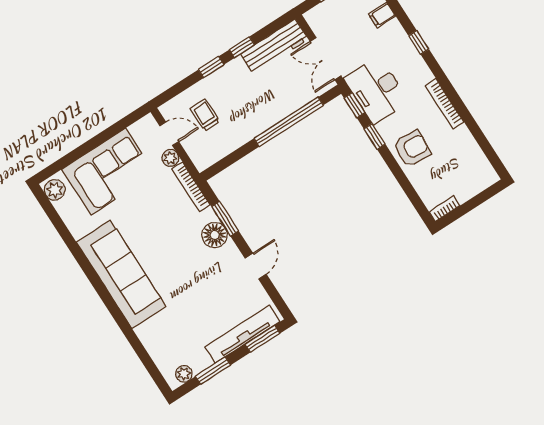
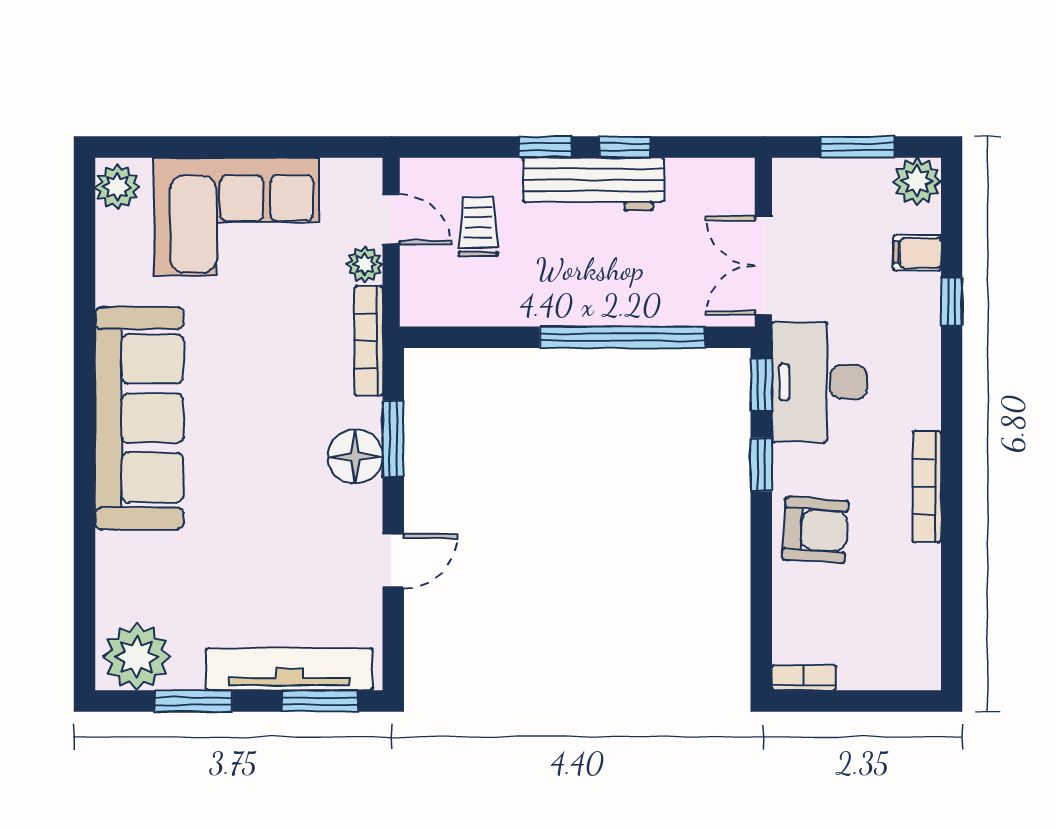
window: (419, 42) -> (952, 301), moved
workbench: (274, 47) -> (593, 184), moved
plant: (184, 374) -> (137, 657), width x1.87, depth x1.87

